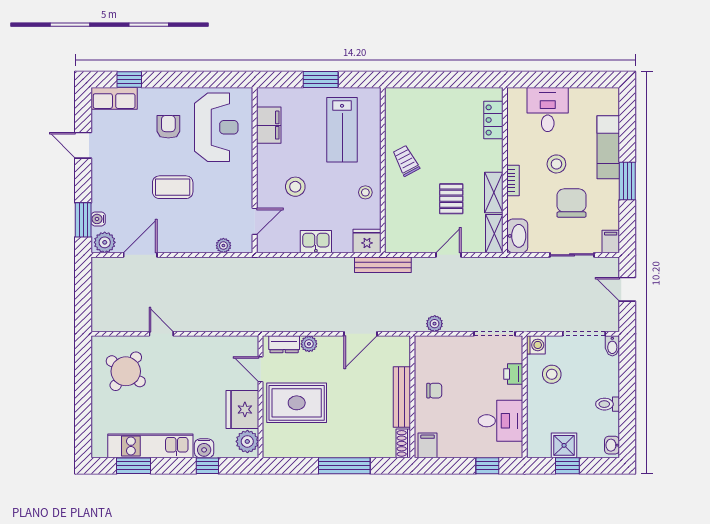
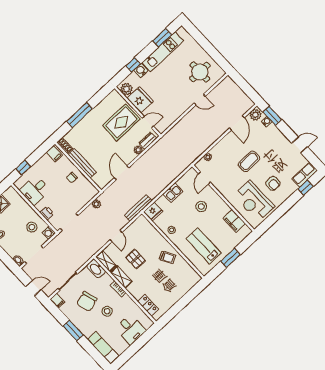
exam couch: (608, 147) -> (103, 348), moved
chair: (571, 203) -> (87, 301), turned 73
round table: (126, 371) -> (200, 72), turned -36

